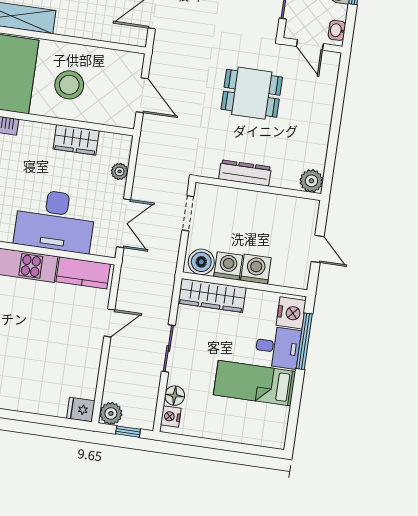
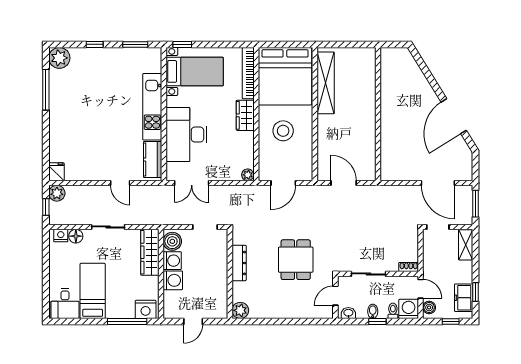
wardrobe: (76, 140) -> (245, 115), moved
plant: (120, 171) -> (248, 175), moved
desk: (278, 347) -> (65, 304), moved

